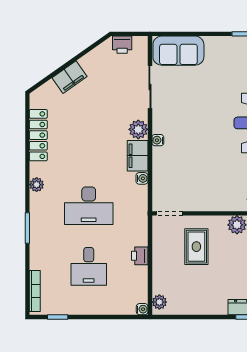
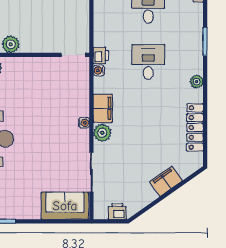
water cooler: (142, 178) -> (99, 70), moved
desk: (89, 206) -> (148, 62), width x0.73
rug: (196, 247) -> (48, 24), removed
printer: (140, 256) -> (101, 55), moved

